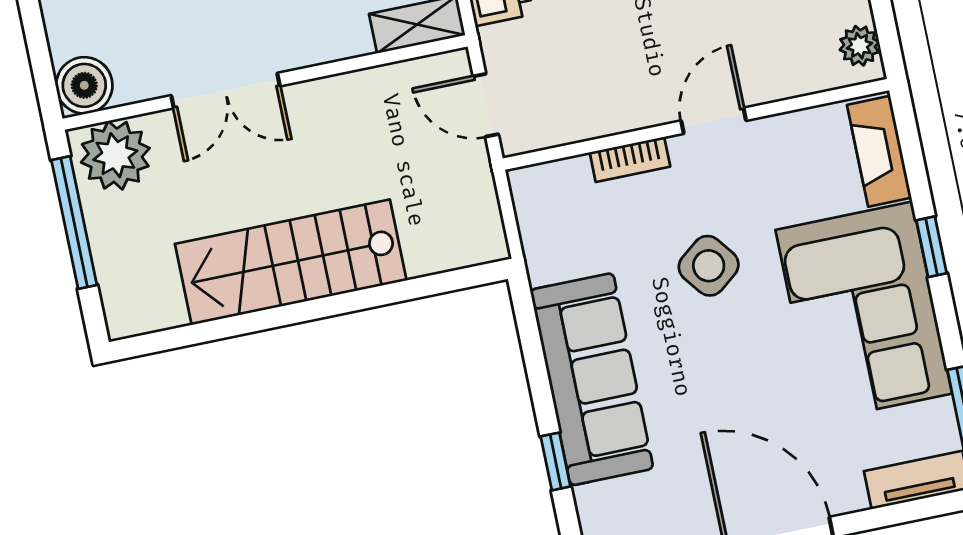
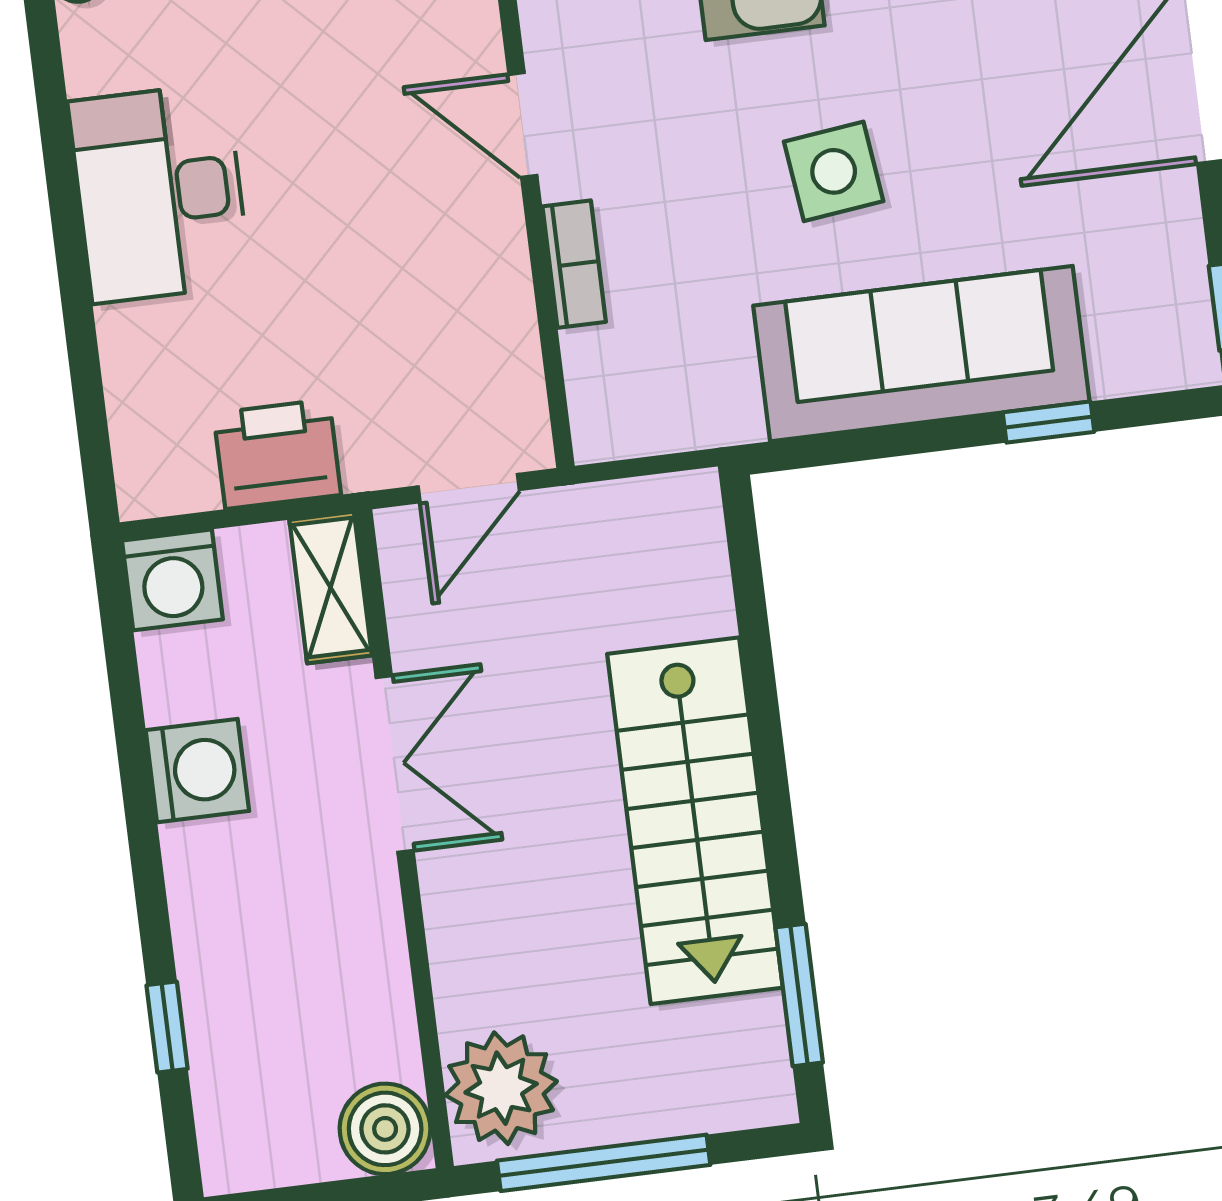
double door: (226, 91) -> (395, 764), moved
side table: (709, 266) -> (834, 171), moved, turned 31
window: (188, 335) -> (799, 995), added

